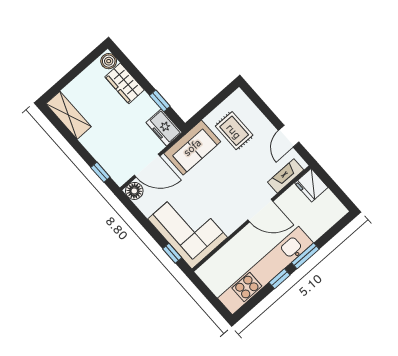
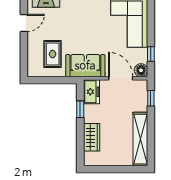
boiler: (109, 61) -> (89, 158), removed
shelving: (68, 115) -> (140, 139), width x1.47
window: (172, 253) -> (151, 54), moved

